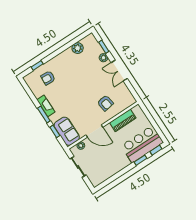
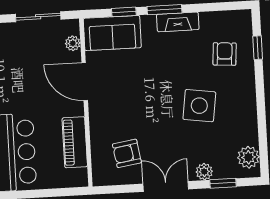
plant: (78, 48) -> (248, 157), moved
side table: (76, 76) -> (199, 106), added
armchair: (105, 103) -> (127, 153), moved
door: (94, 131) -> (85, 82), hinge flipped

